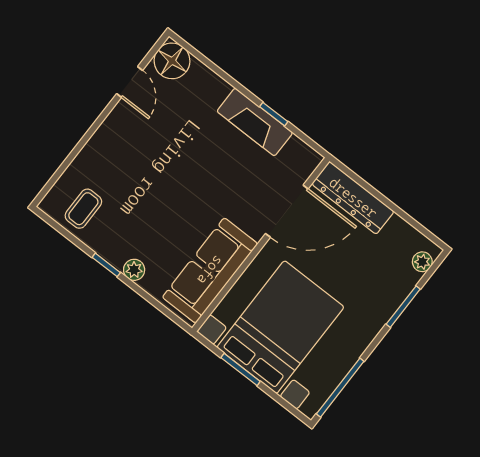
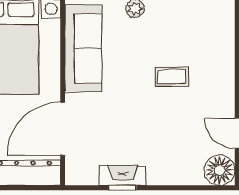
fireplace: (255, 122) -> (123, 176), width x0.73, depth x0.76
coffee table: (83, 209) -> (172, 76), moved, turned 90

